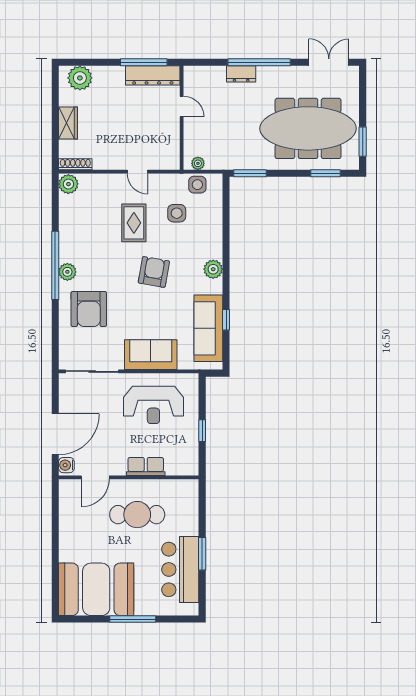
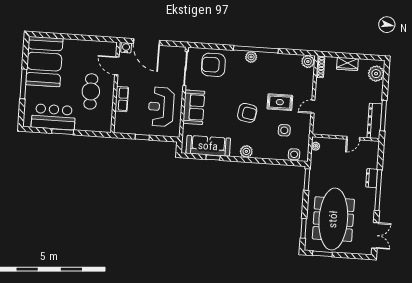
side table: (197, 185) -> (294, 154), moved
armchair: (89, 309) -> (213, 65), moved

